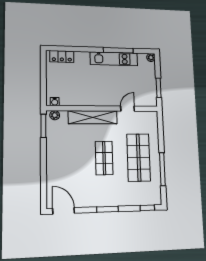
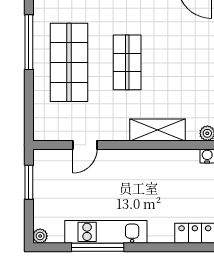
shelving: (93, 117) -> (157, 130), width x0.68

